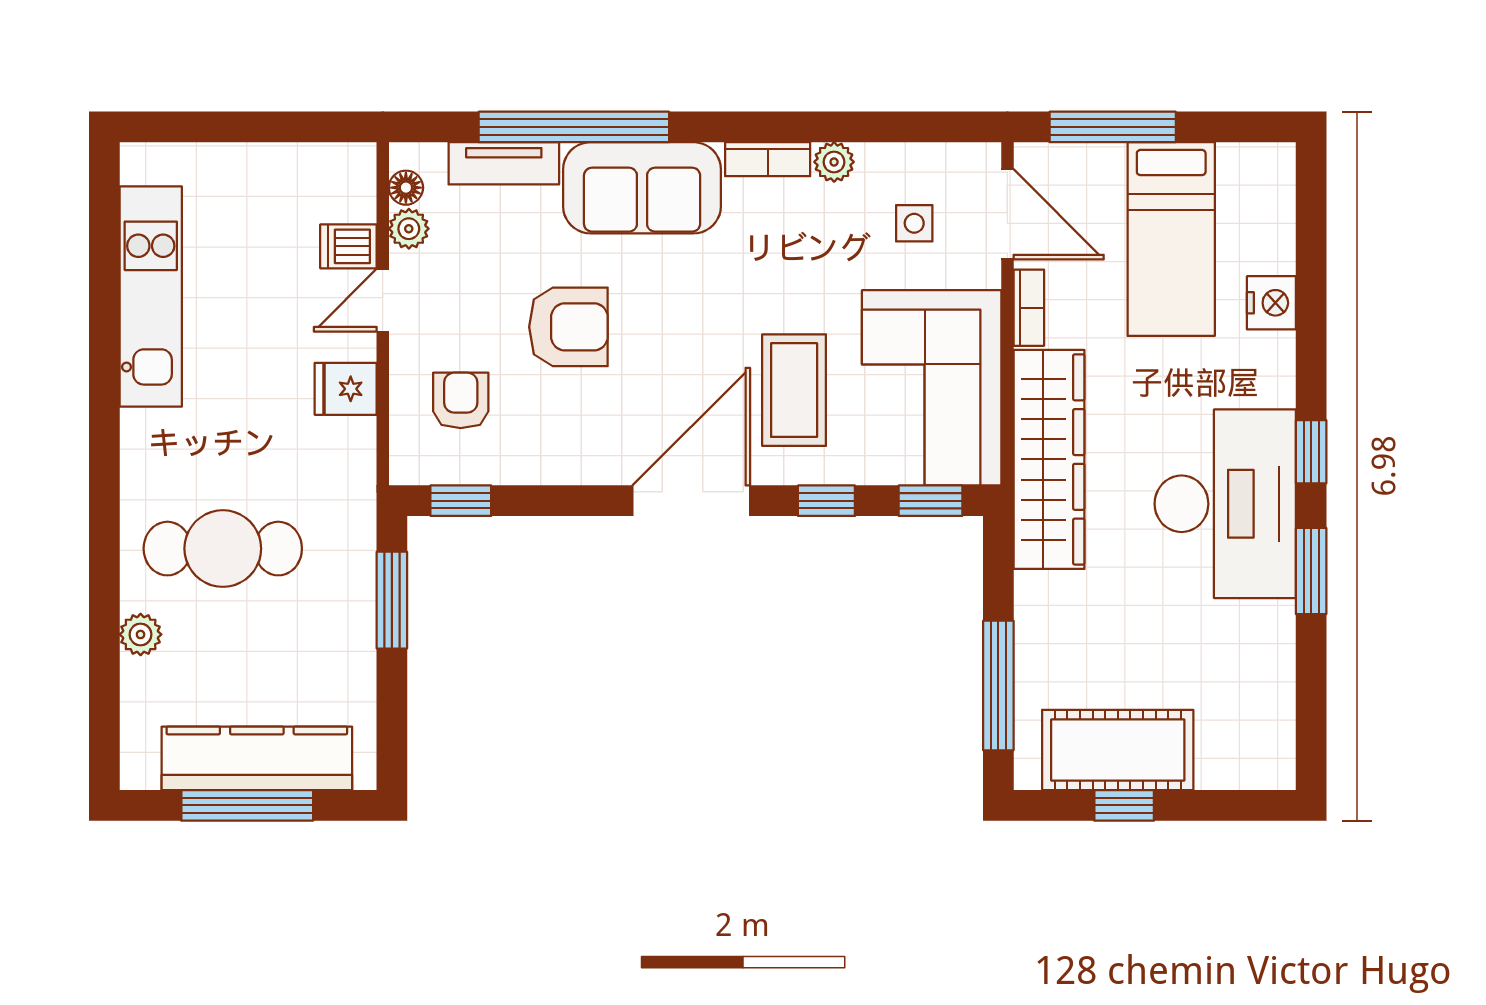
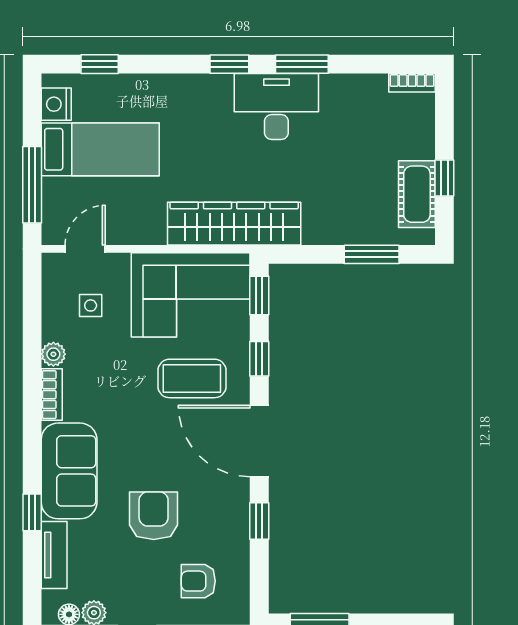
window: (574, 127) -> (32, 512), width x0.32
door: (1007, 214) -> (85, 249), width x0.73
window: (1311, 238) -> (100, 64), added
nightstand: (1271, 303) -> (56, 104), moved, turned -90
bookcase: (1029, 308) -> (412, 83), moved, turned 180
window: (461, 501) -> (259, 521), moved
desk: (1225, 504) -> (276, 107), width x0.73, depth x0.77
window: (998, 686) -> (372, 254), width x0.69
cot: (1118, 750) -> (417, 194), width x0.73, depth x0.75

